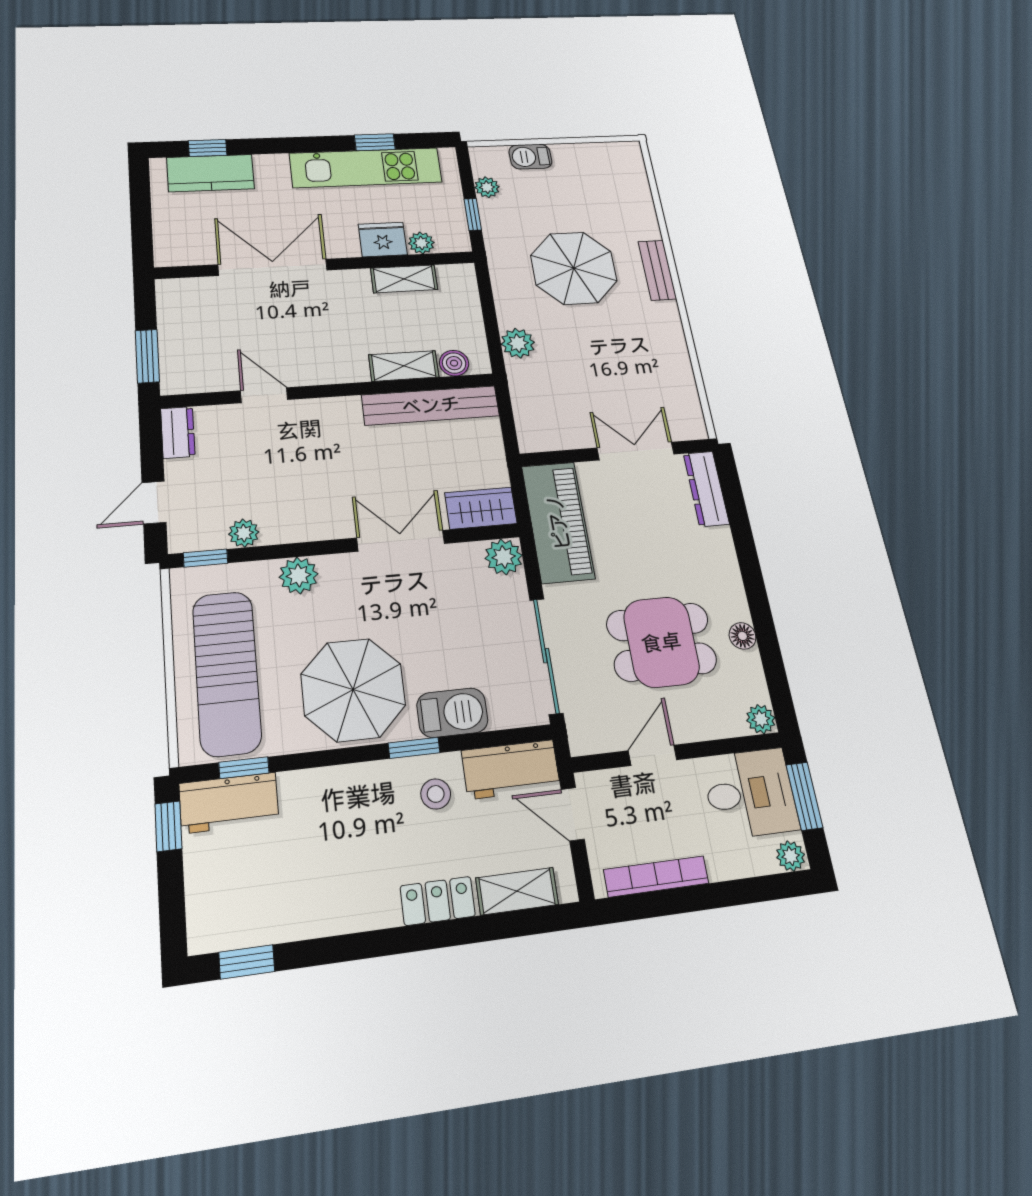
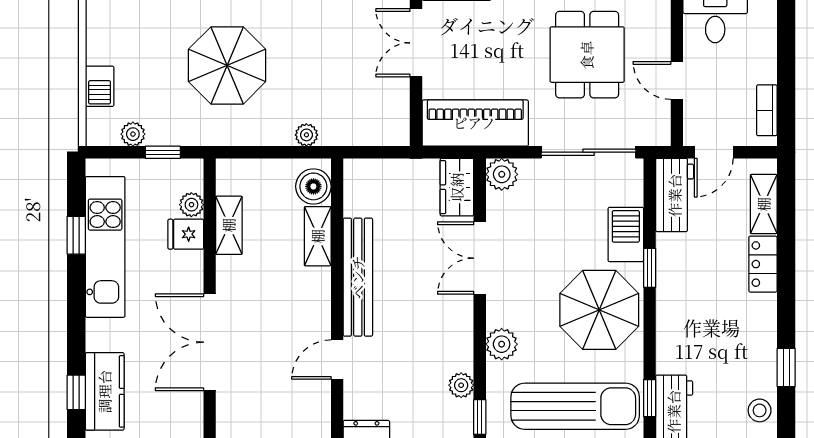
fridge: (383, 239) -> (186, 234), width x0.72
plant: (518, 343) -> (306, 135), width x0.73, depth x0.73
boiler: (454, 363) -> (313, 186), width x1.36, depth x1.36
bench: (431, 405) -> (358, 277), moved
stool: (436, 794) -> (760, 410), moved
bookcase: (656, 876) -> (767, 110), width x0.64
window: (247, 962) -> (786, 368), moved

